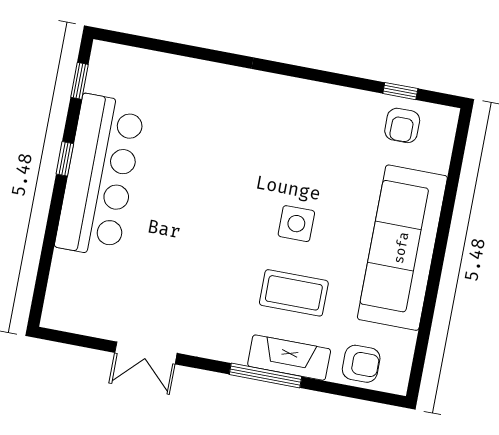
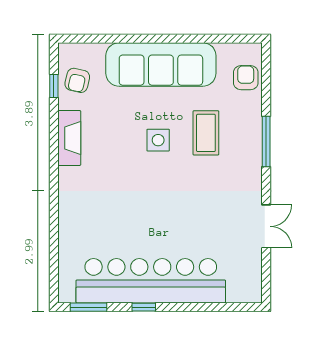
window: (80, 81) -> (88, 307), width x1.50
armchair: (402, 125) -> (77, 80), turned 103
bar counter: (100, 176) -> (151, 281), width x1.36
fireplace: (289, 358) -> (69, 138), moved, turned 180

